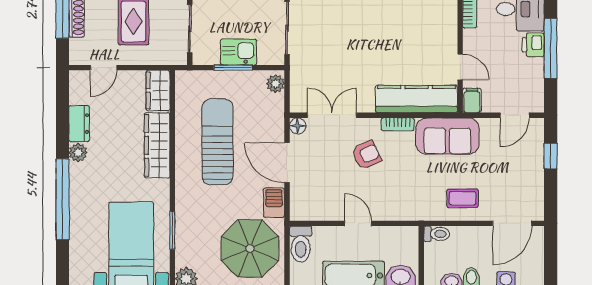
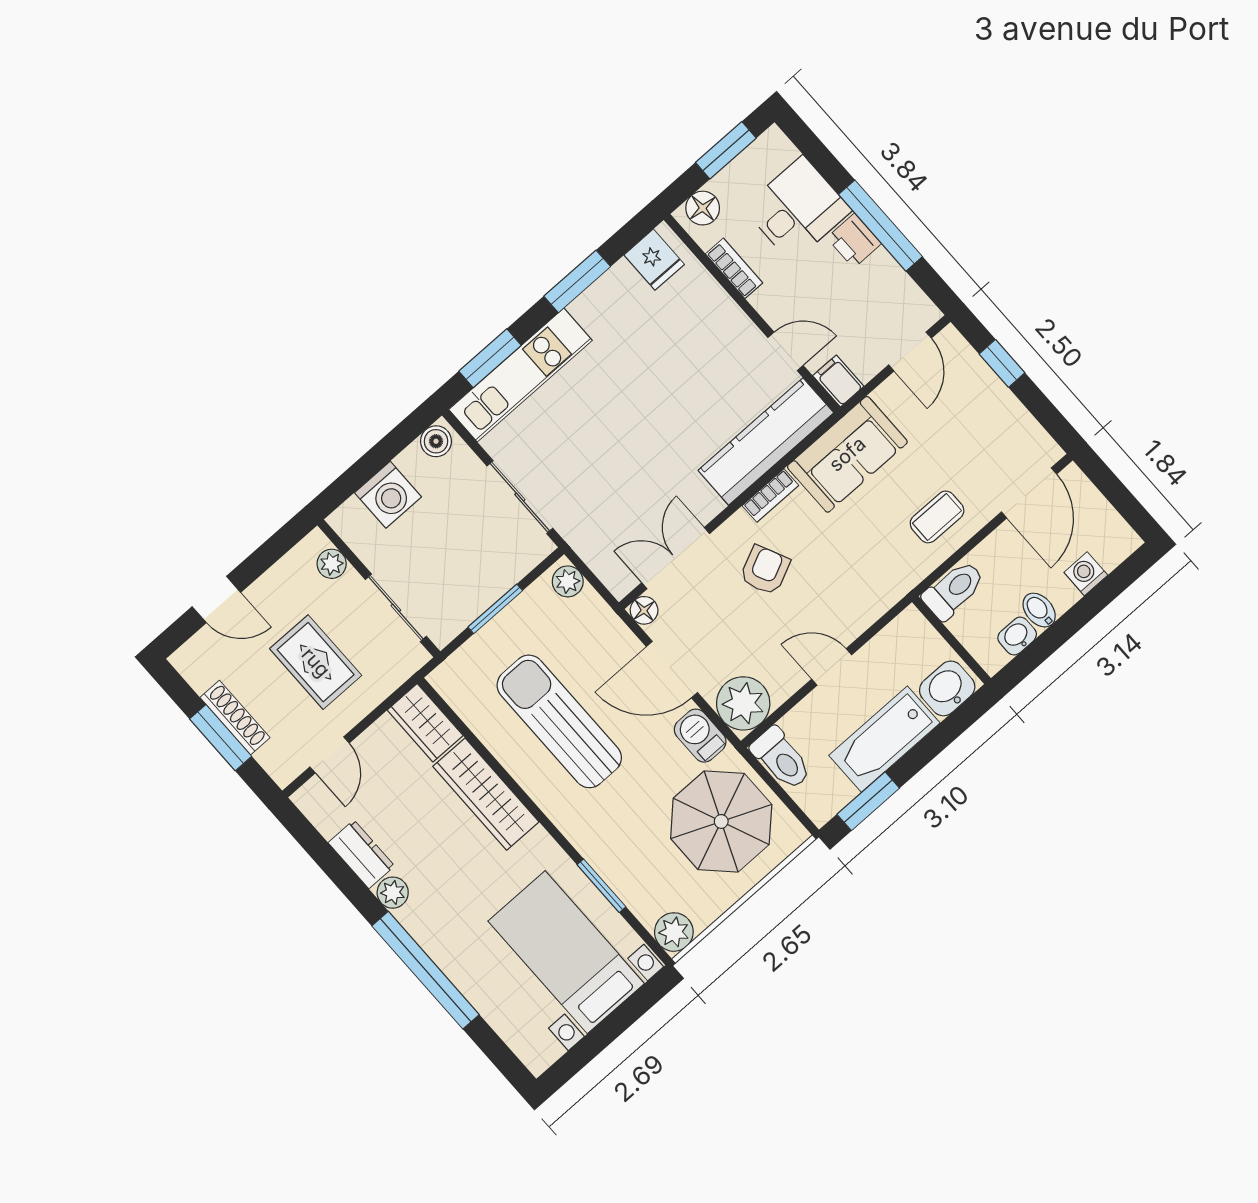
kitchen sink: (239, 52) -> (485, 583), removed
plant: (305, 205) -> (743, 703), added
toilet: (437, 234) -> (954, 590), width x1.37, depth x1.39

